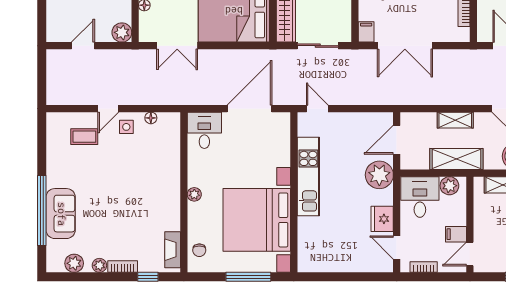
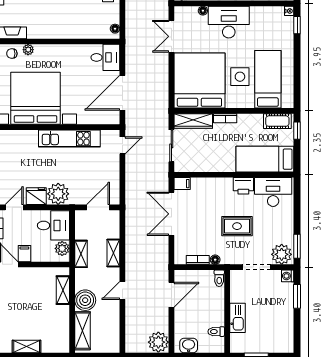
door: (250, 109) -> (122, 93), swing flipped
floor lamp: (151, 118) -> (115, 29), moved
door: (397, 140) -> (98, 207), hinge flipped
shelving: (456, 159) -> (81, 254), width x0.67, depth x0.75
plant: (379, 175) -> (58, 194), moved
plant: (194, 194) -> (28, 50), moved

